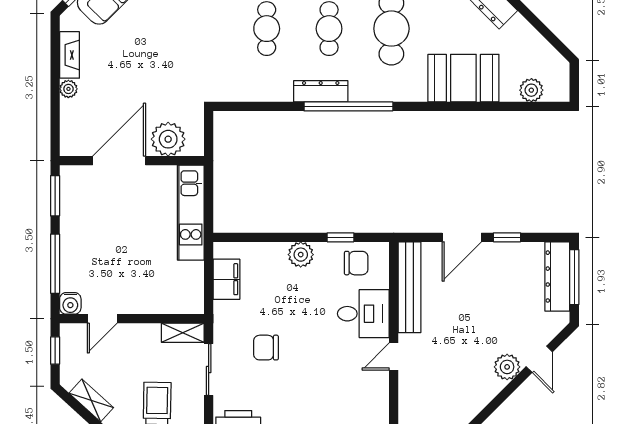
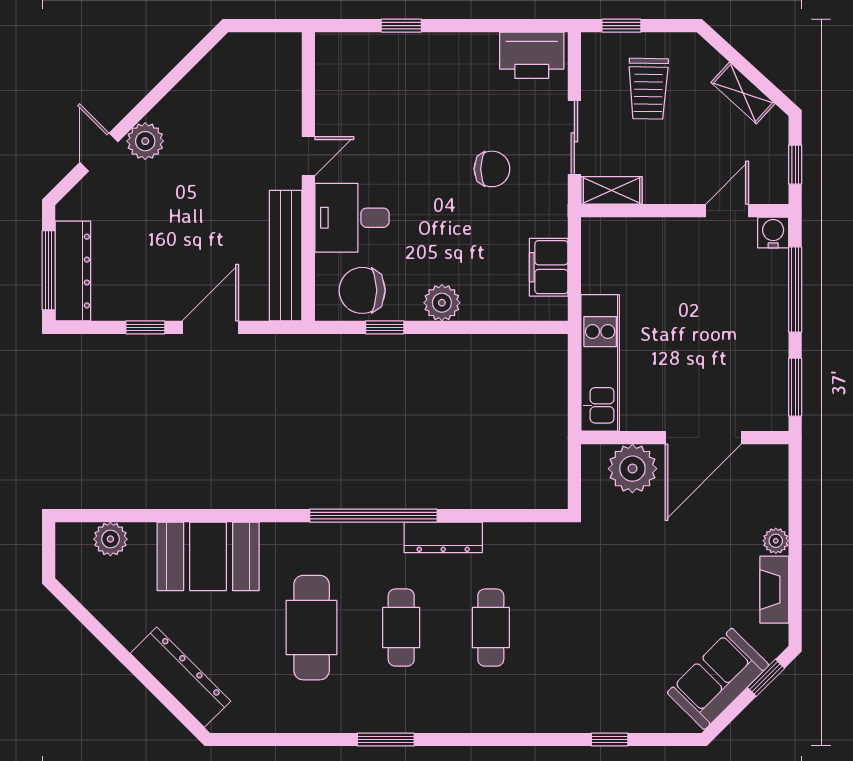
dresser: (321, 91) -> (443, 537), moved
chair: (356, 263) -> (362, 290), width x1.37, depth x1.37

